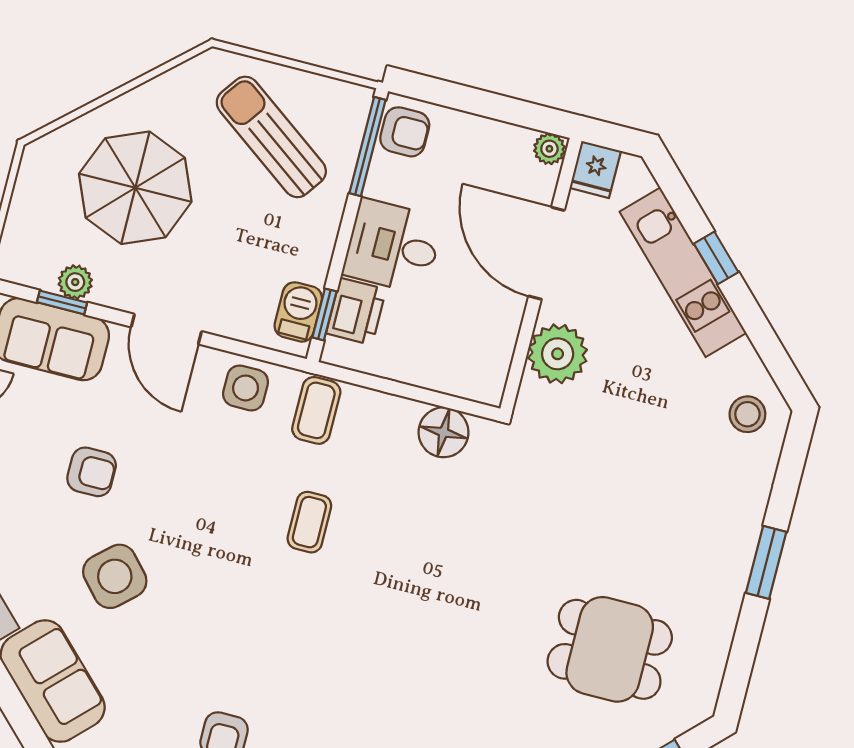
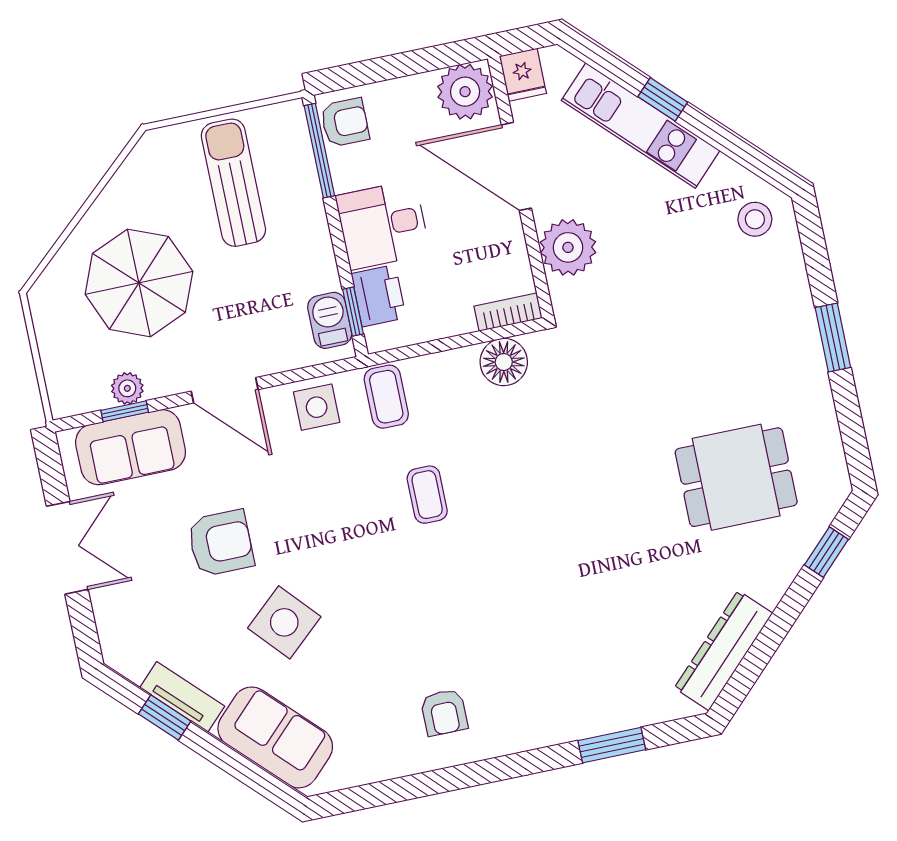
sun lounger: (271, 137) -> (233, 183), turned 54
plant: (549, 149) -> (465, 92), width x1.87, depth x1.87
bookcase: (471, 387) -> (508, 312), added
armchair: (92, 472) -> (221, 543), width x1.38, depth x1.38

